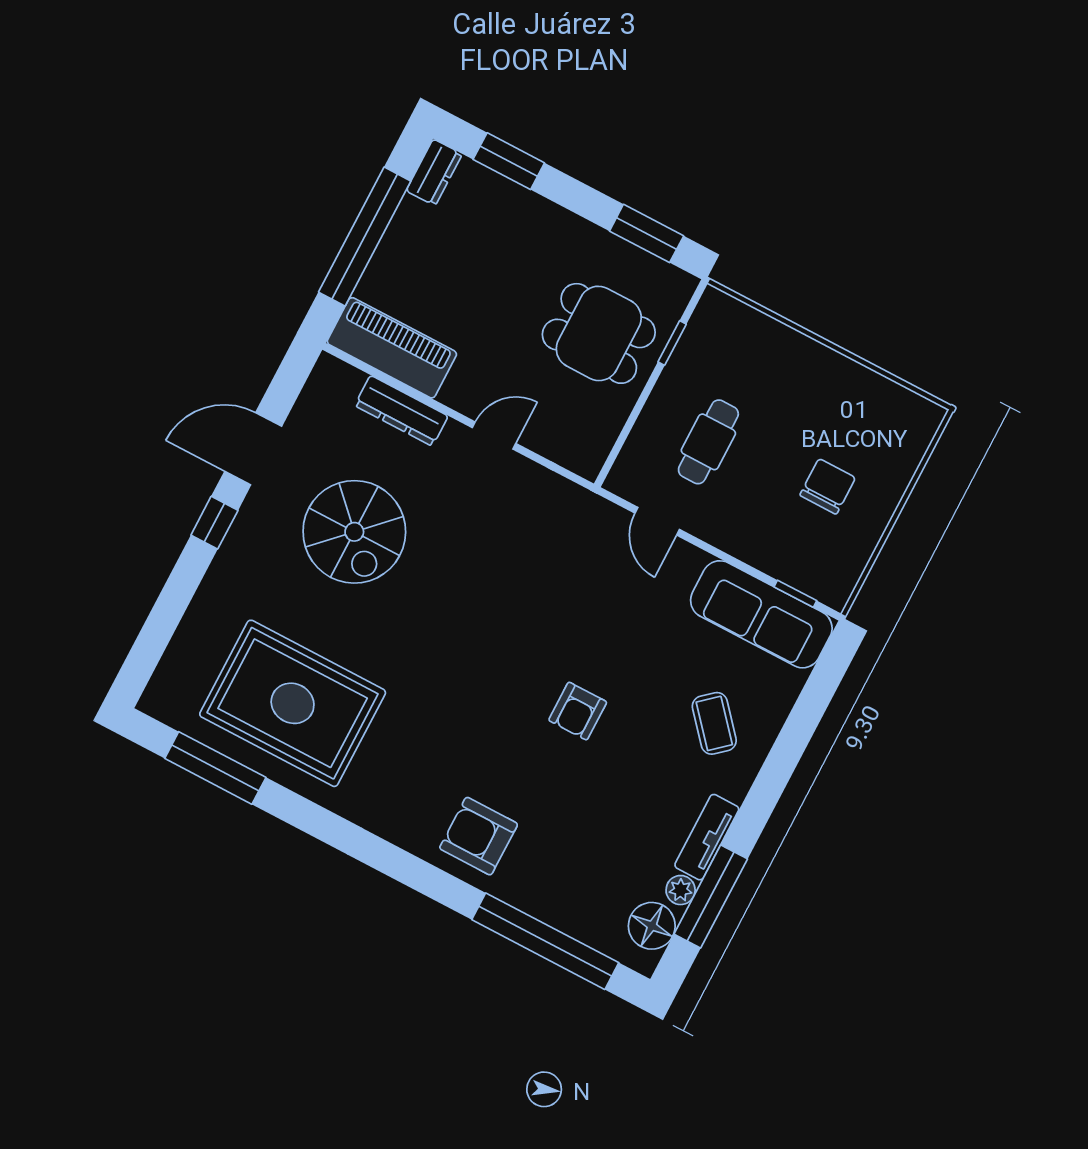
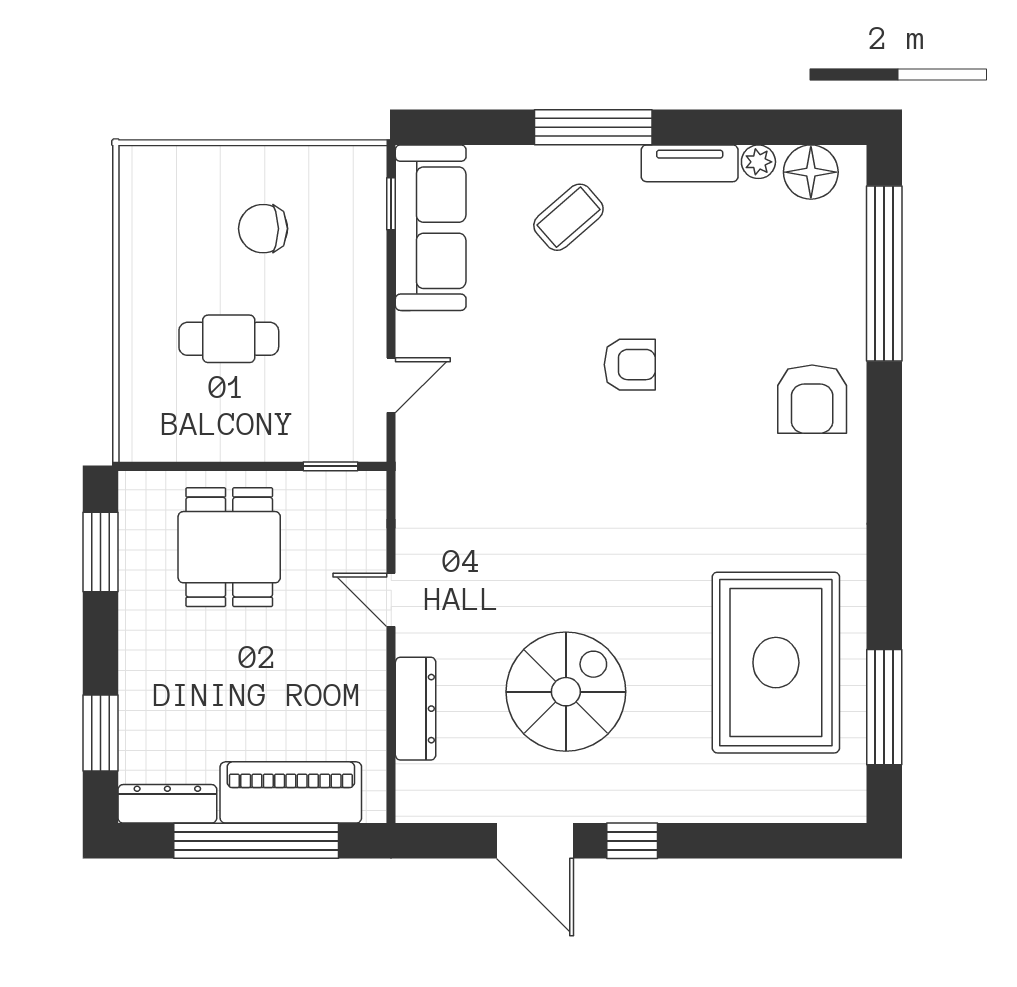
dresser: (434, 172) -> (167, 804), width x1.44
window: (672, 343) -> (331, 466), moved
piano: (392, 348) -> (291, 792), moved, turned 90
cafe table: (708, 442) -> (229, 339), moved
window: (711, 896) -> (593, 127), moved

